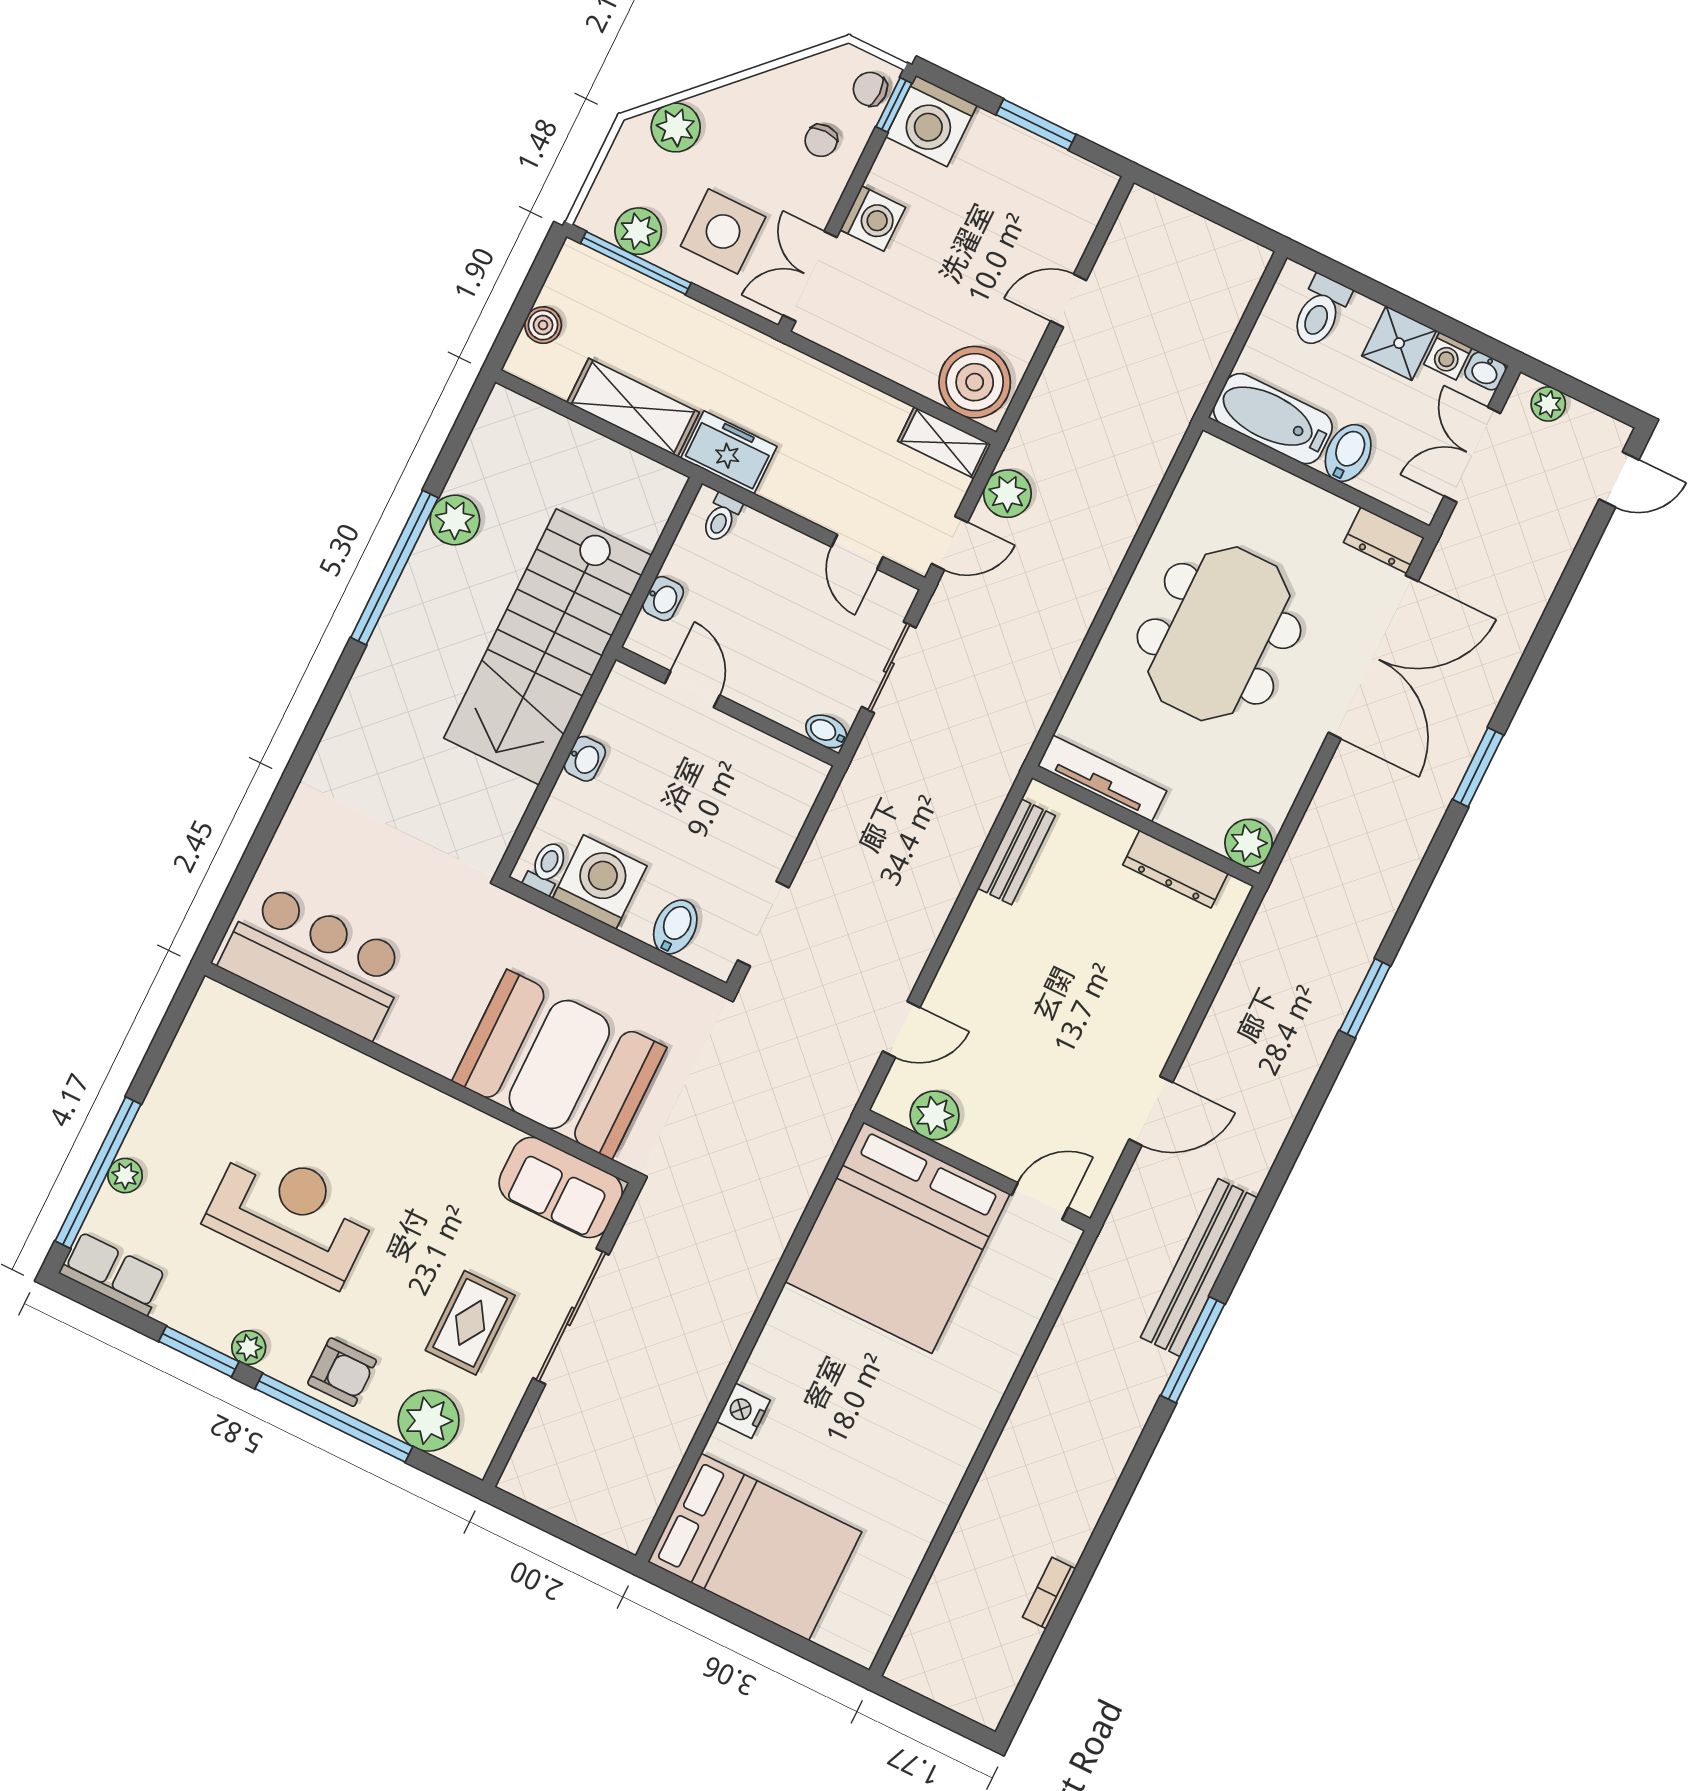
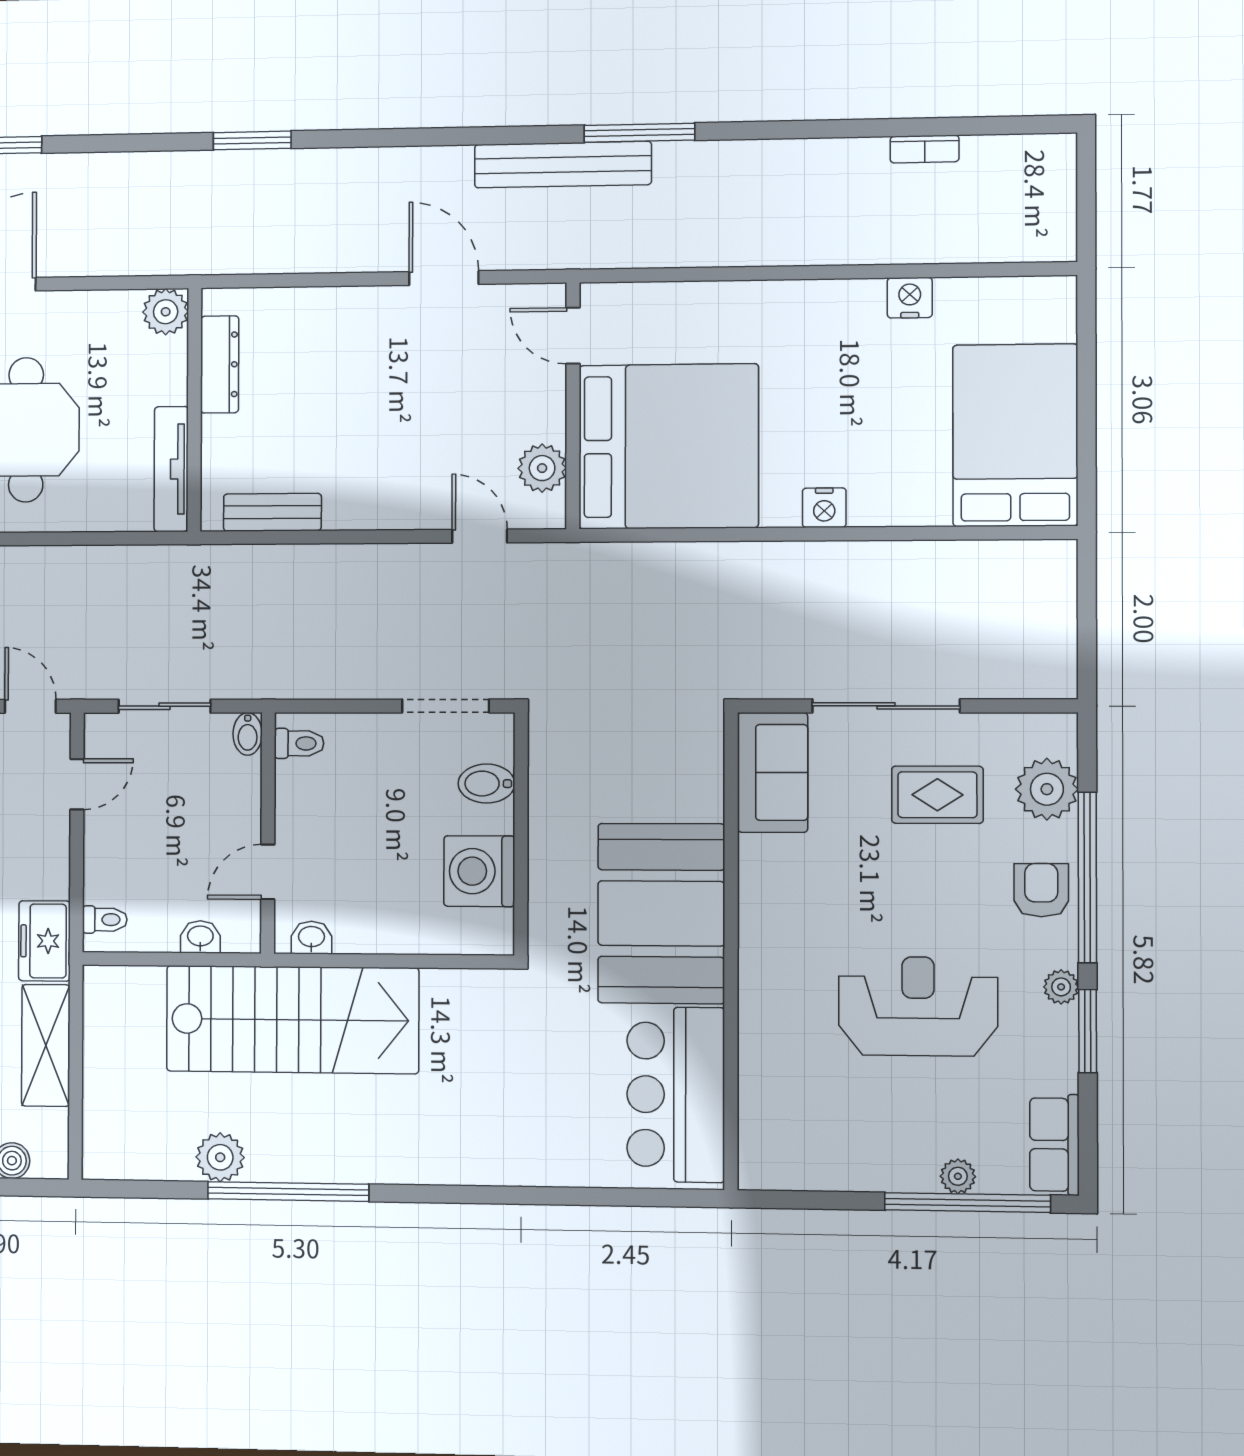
washbasin: (585, 759) -> (311, 938), moved
toilet: (546, 868) -> (299, 743), moved, turned 180
booth: (559, 1064) -> (661, 913), moved
reception desk: (291, 1214) -> (918, 1006), turned 90
nightstand: (743, 1411) -> (824, 508), moved
nightstand: (923, 1515) -> (910, 298), added

